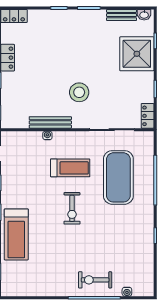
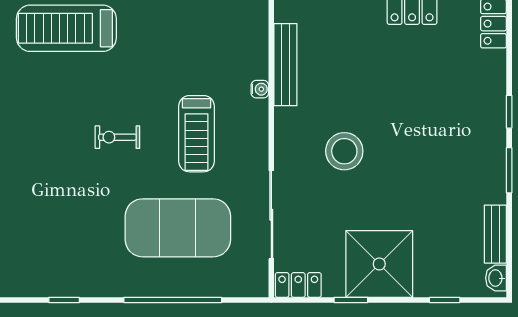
shower: (137, 54) -> (379, 264), moved
bench: (50, 122) -> (285, 65), moved
exercise bike: (72, 208) -> (117, 137), width x0.73, depth x0.72

